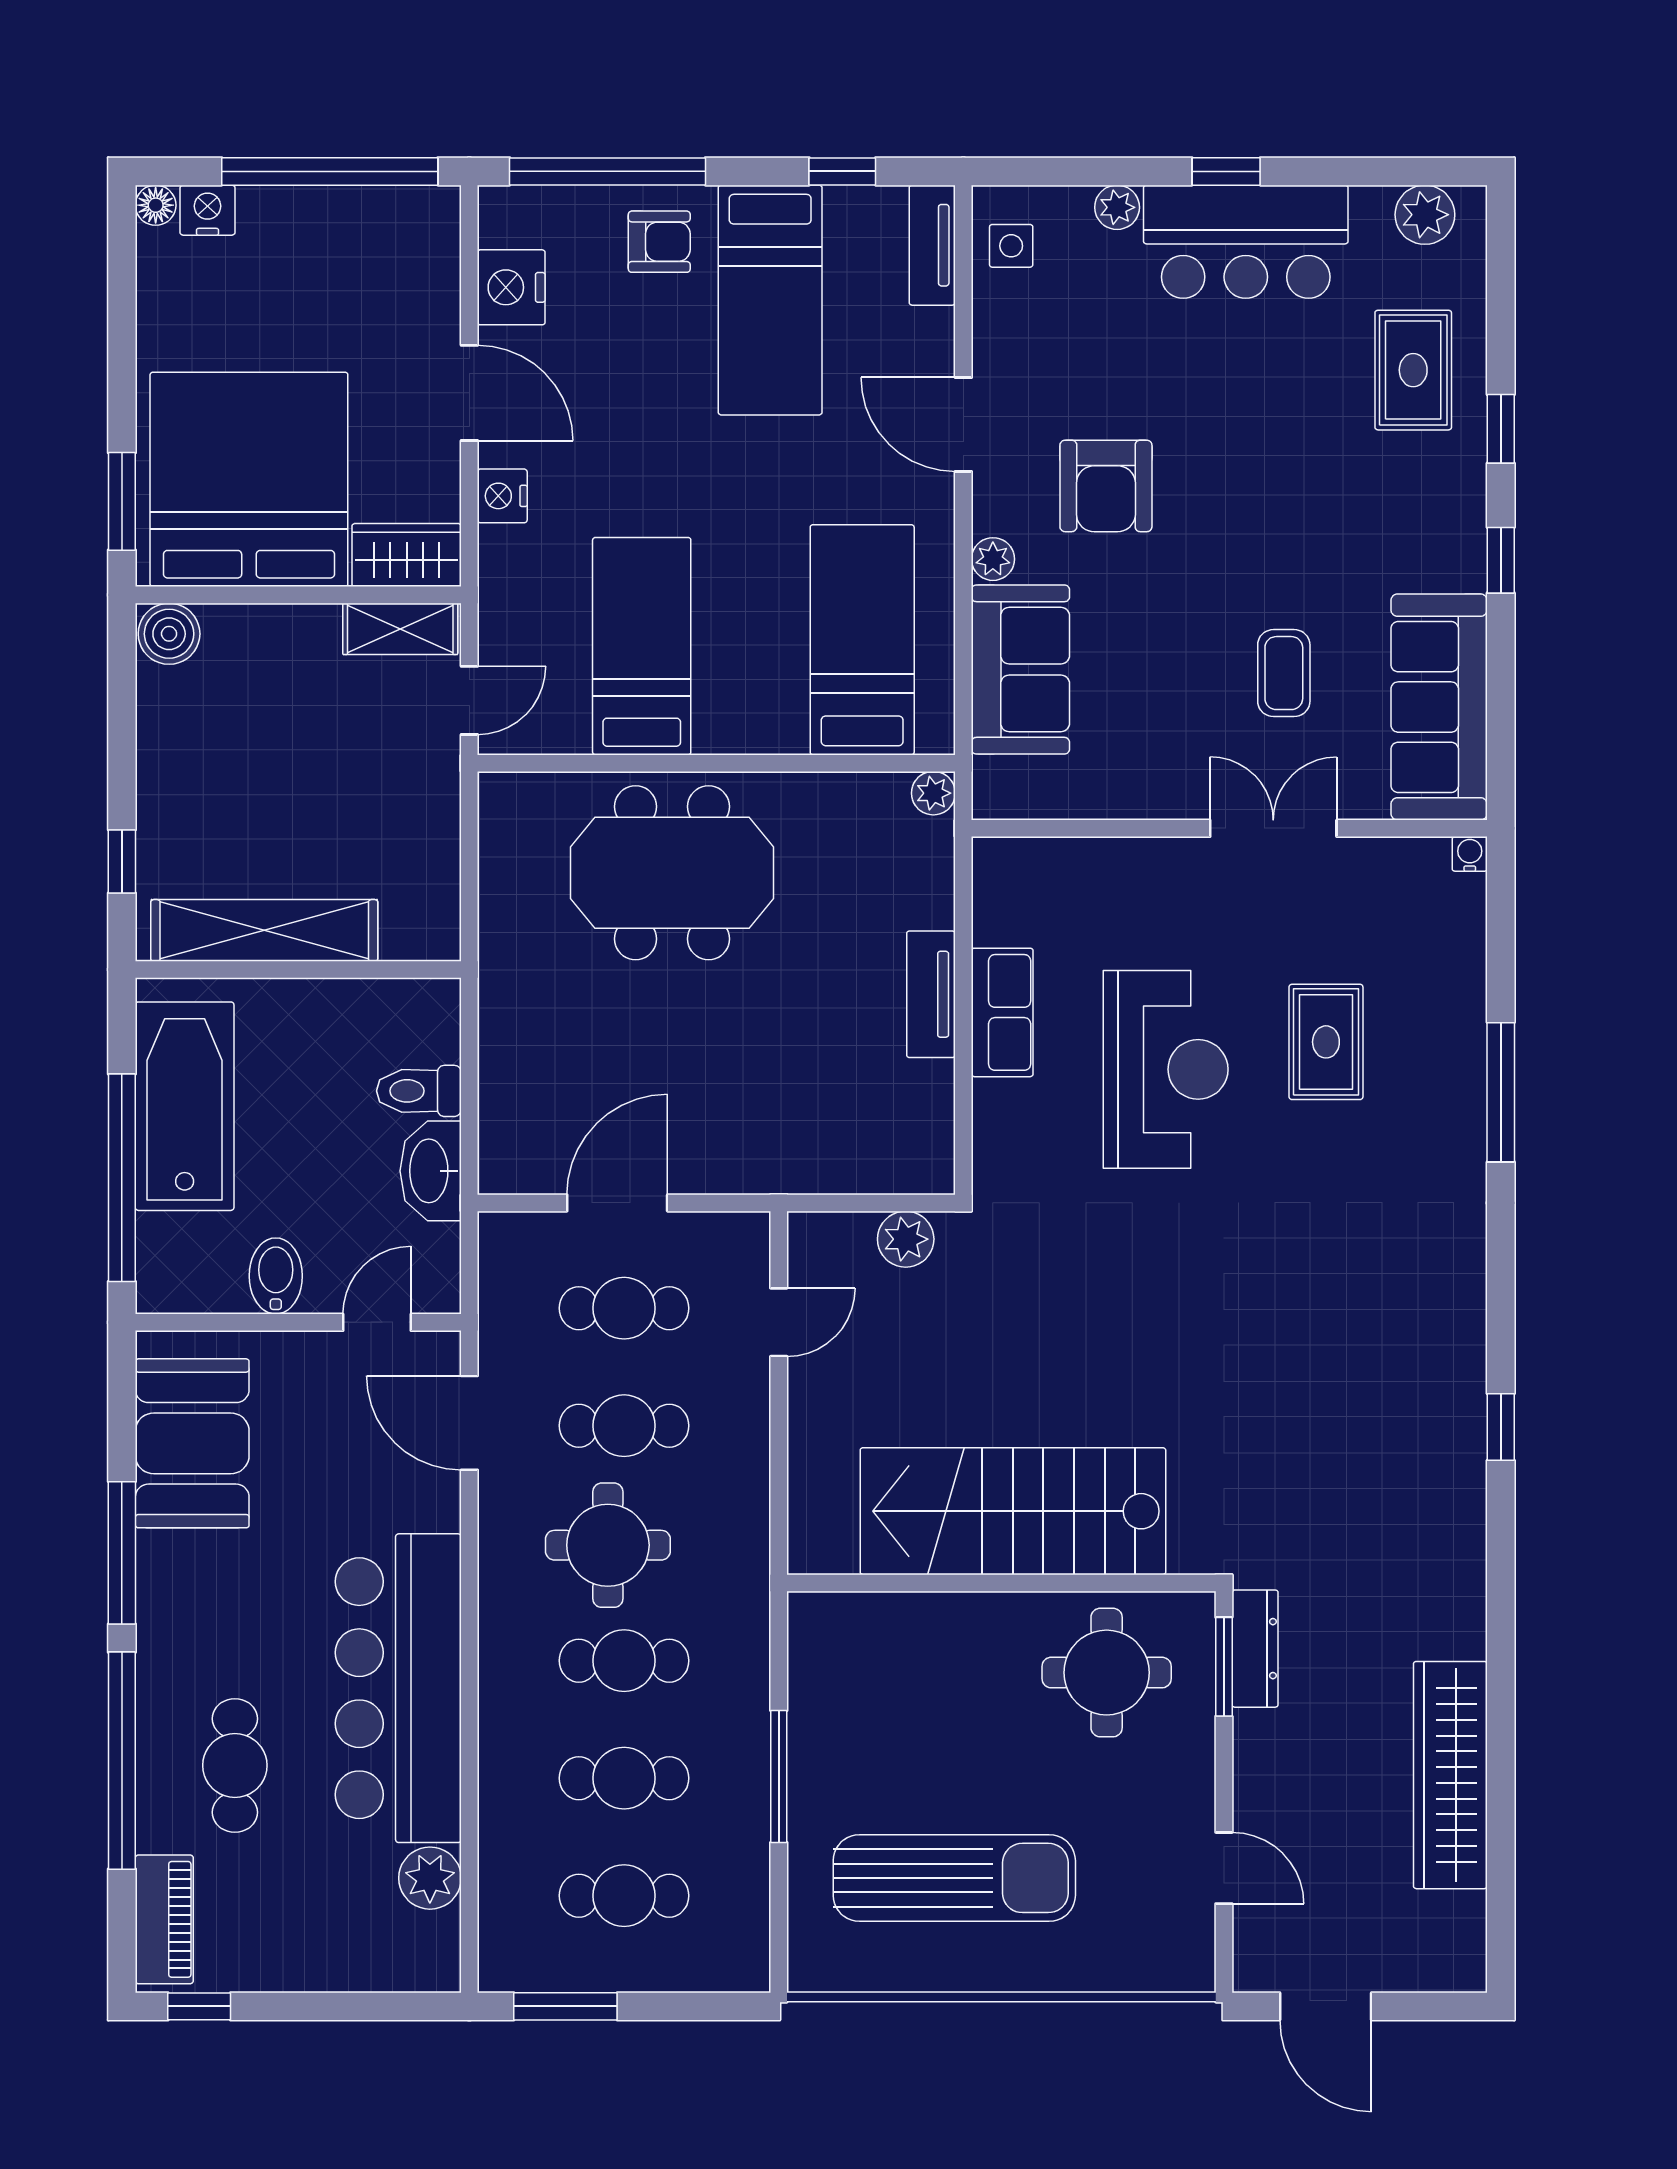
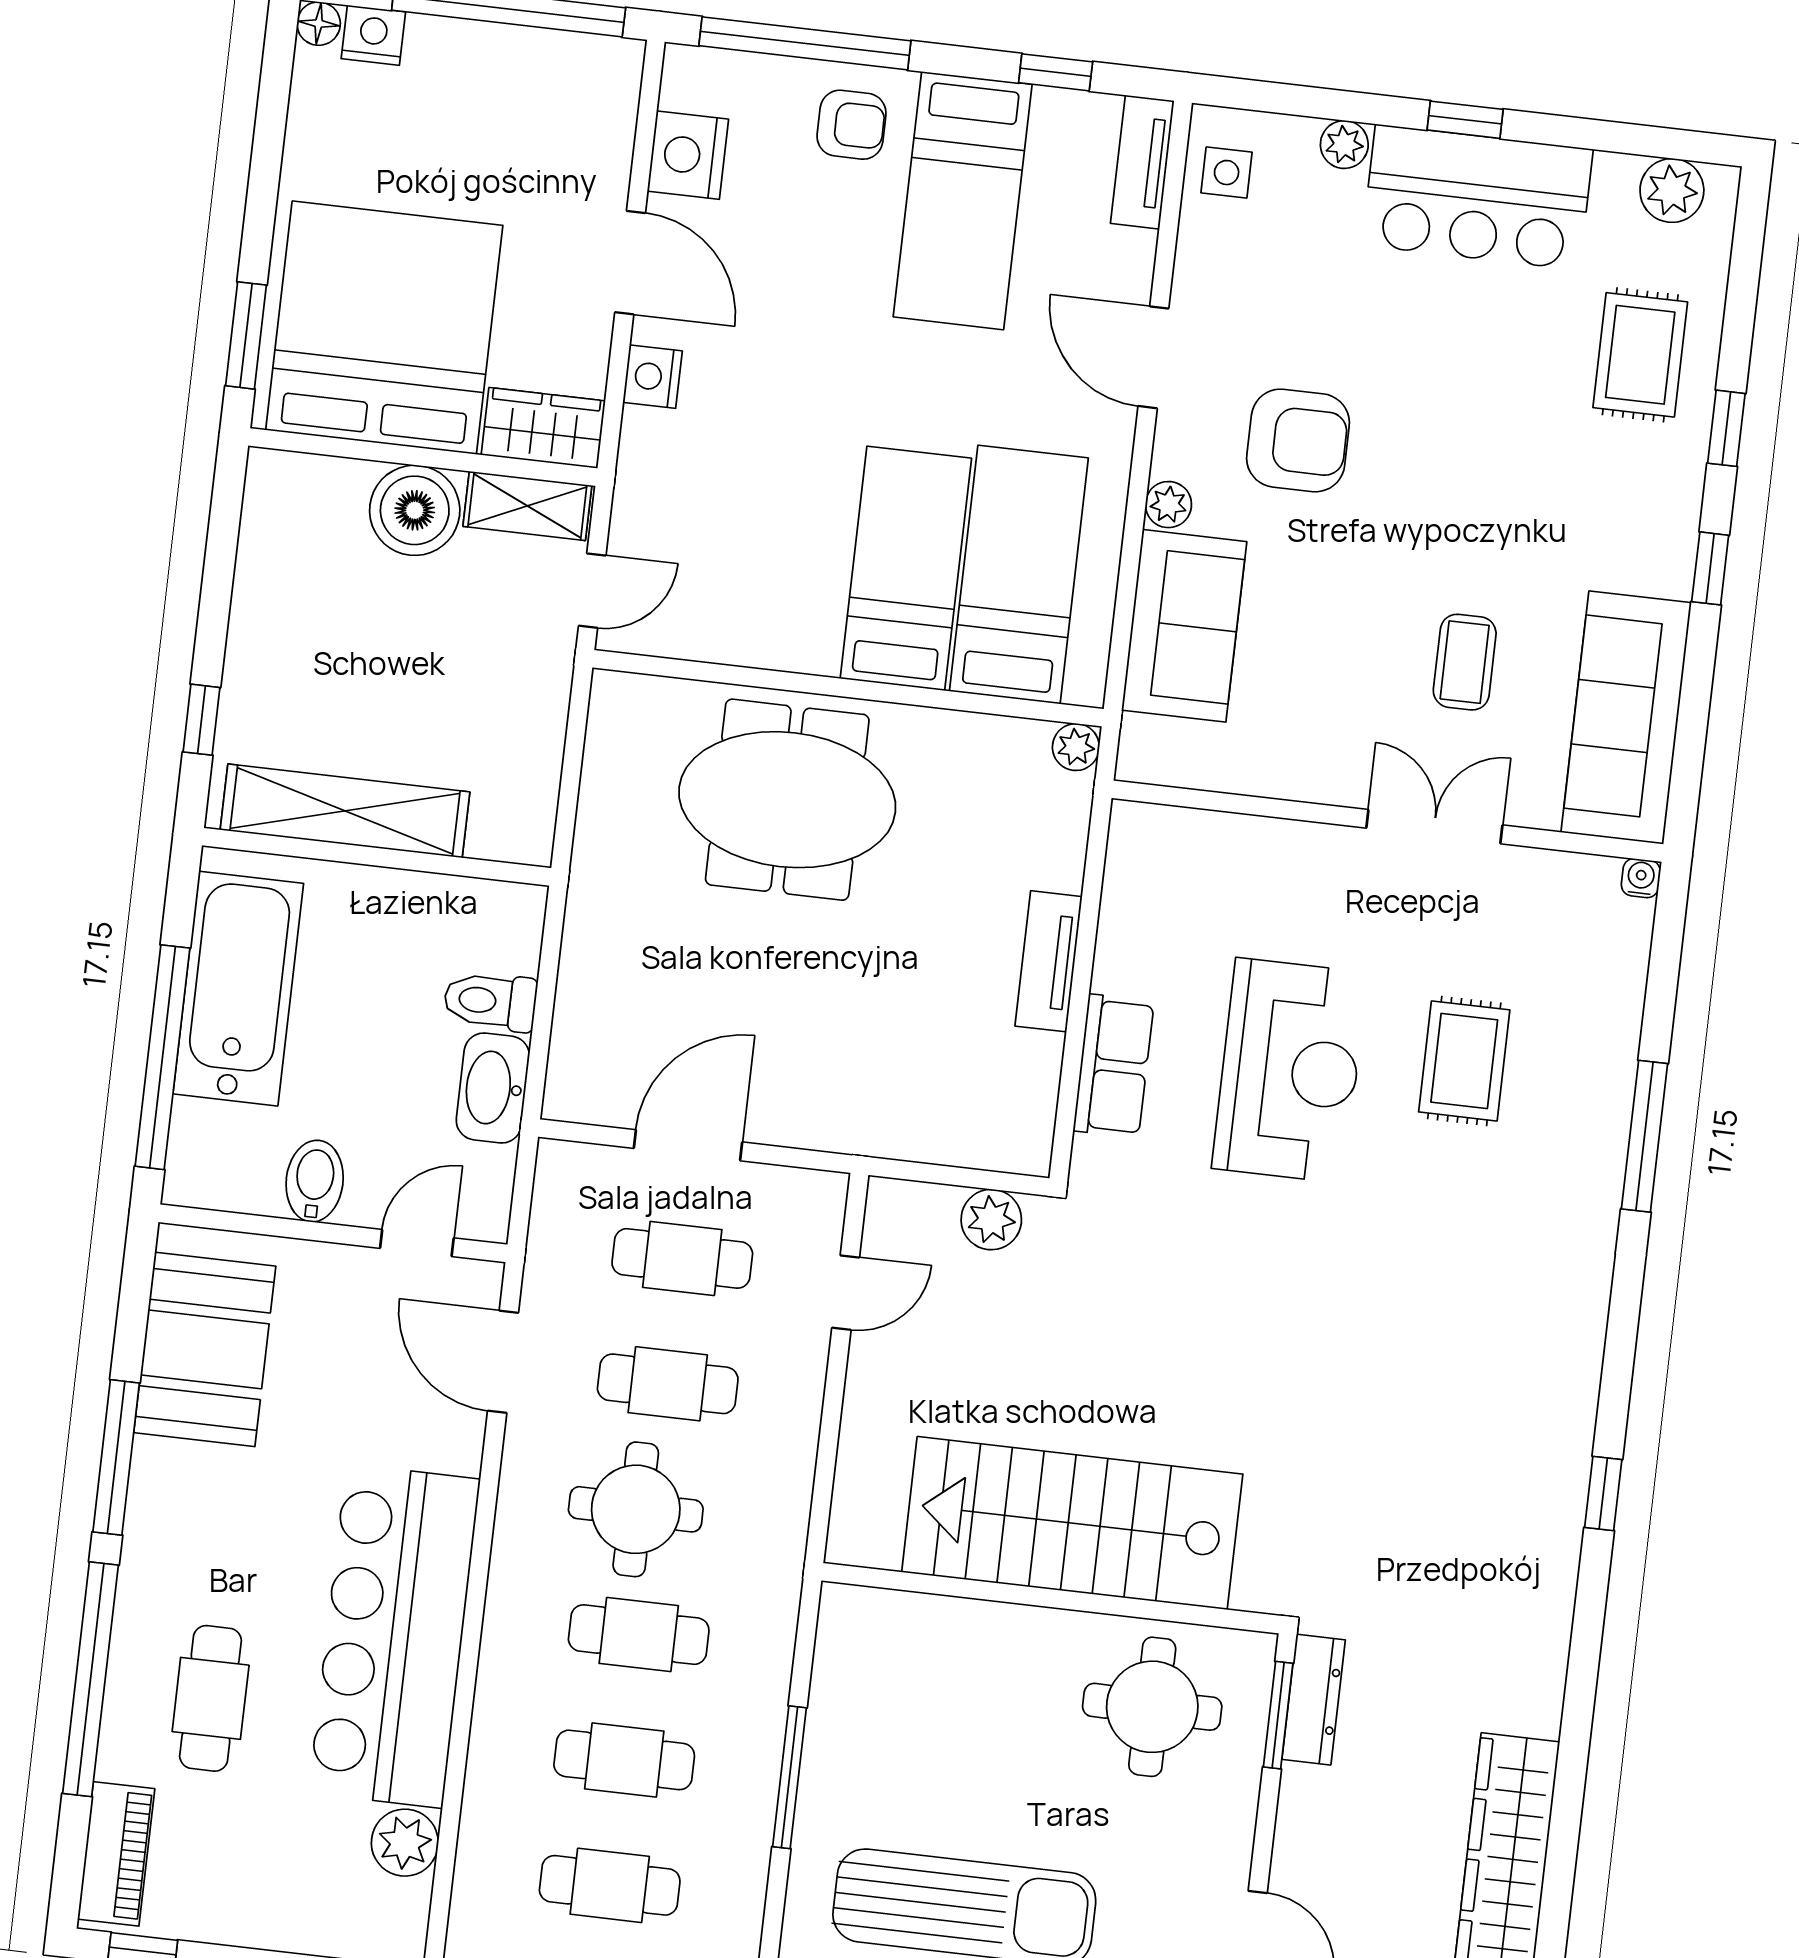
armchair: (1106, 486) -> (1298, 440), turned -90
boiler: (169, 634) -> (415, 510), moved, width x1.37, depth x1.37
bed: (642, 646) -> (906, 568), moved
row of seats: (1002, 1012) -> (1114, 1066), moved

